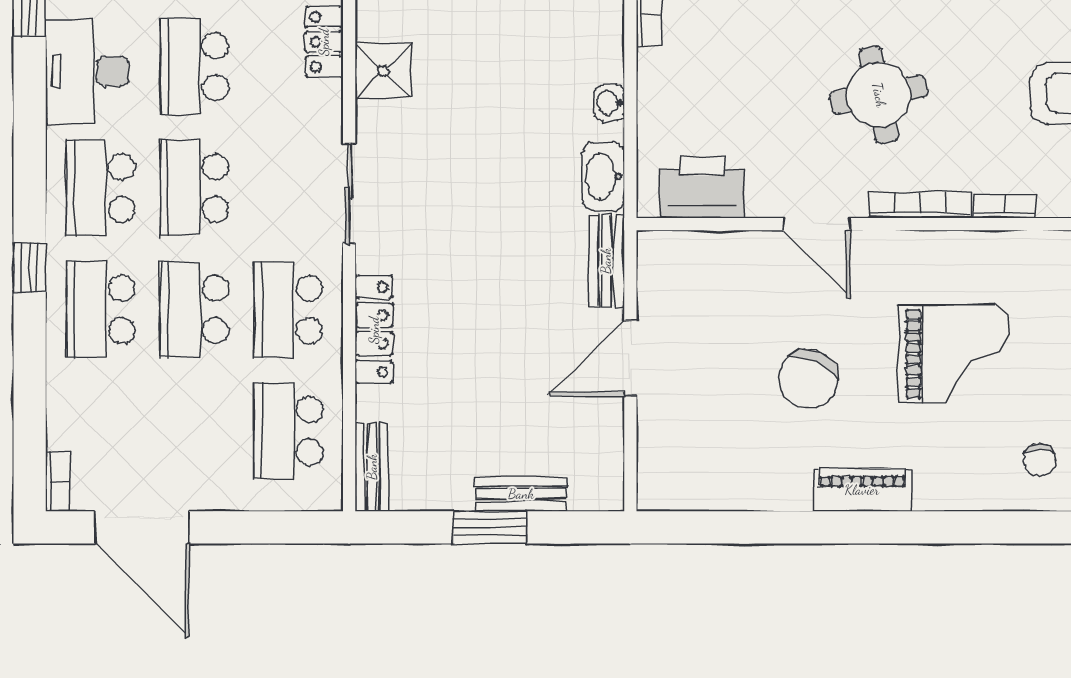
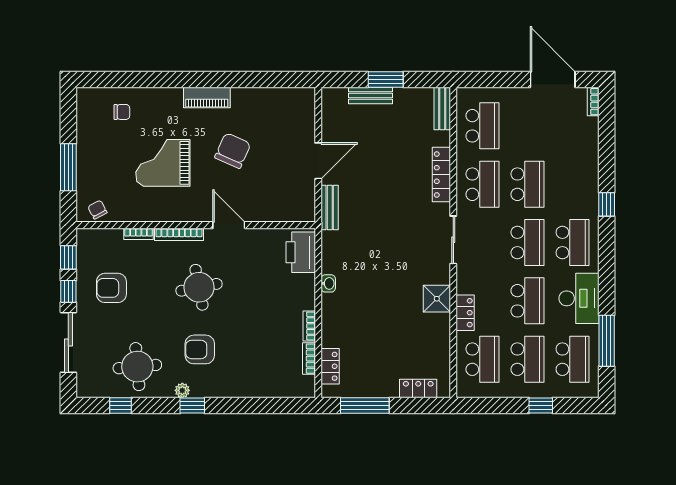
washbasin: (603, 176) -> (331, 248), removed
printer: (702, 188) -> (301, 252), moved, turned 90
school desk: (101, 309) -> (573, 184), removed
chair: (1039, 460) -> (122, 112), turned 90

